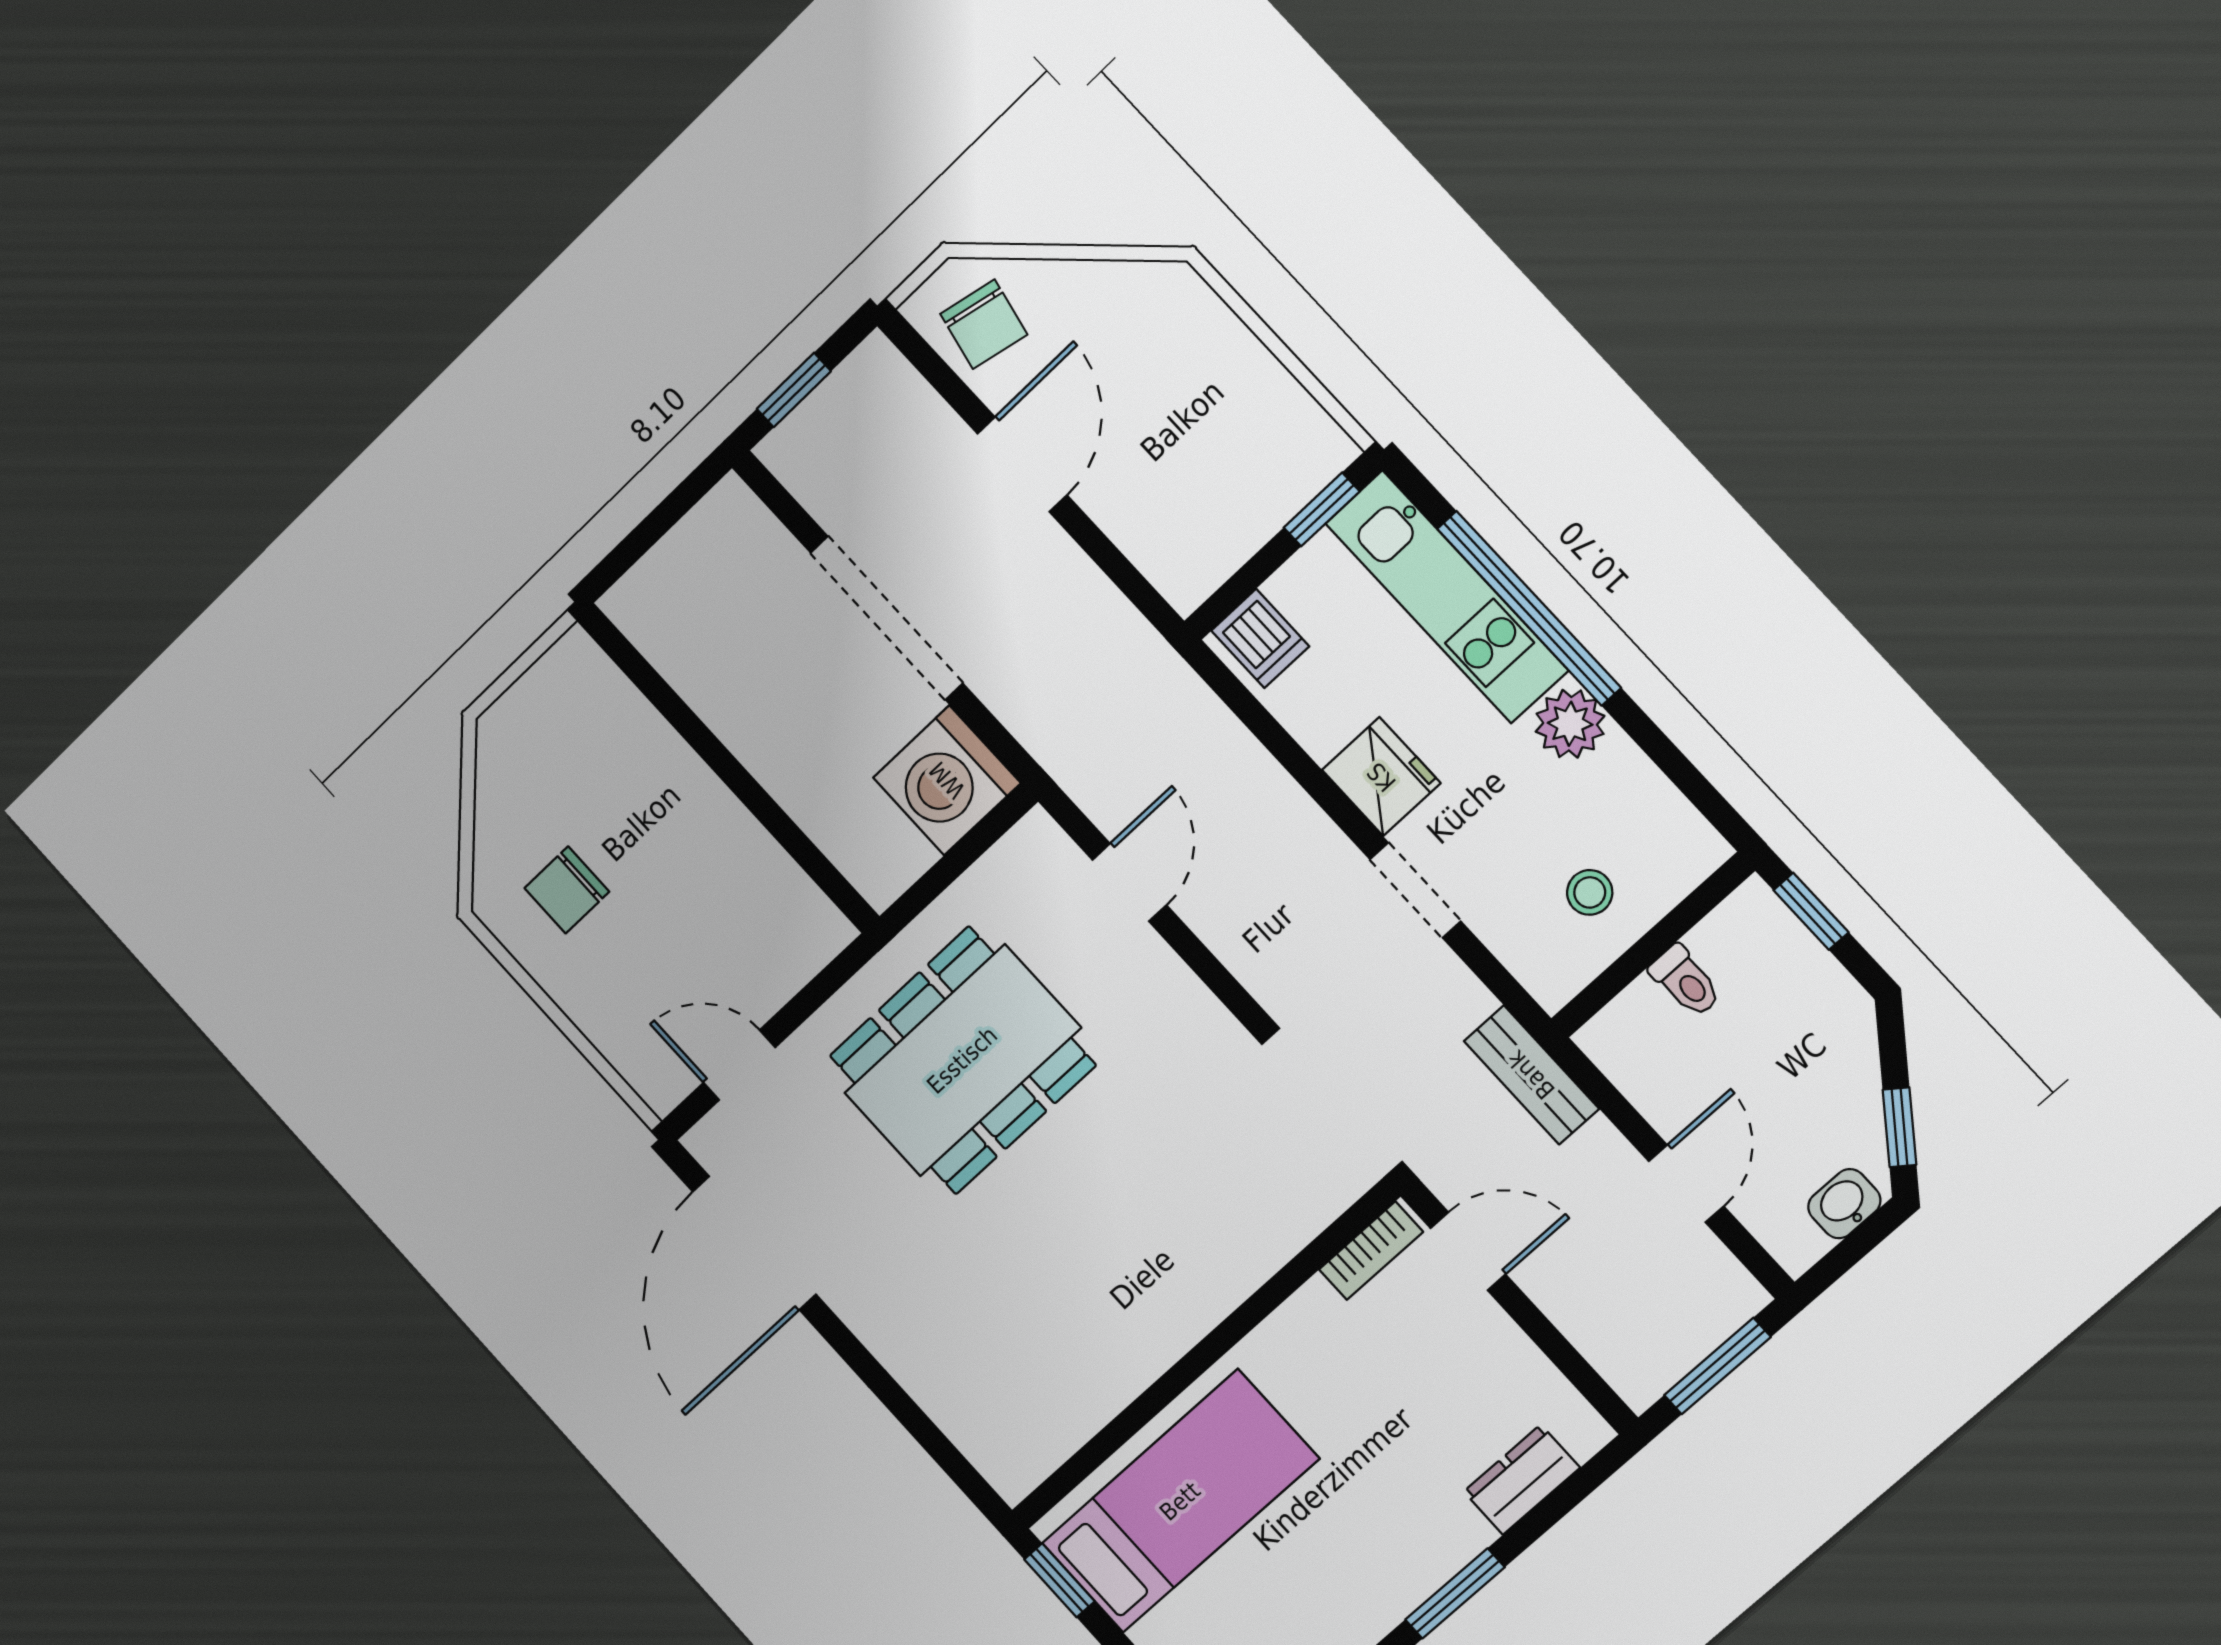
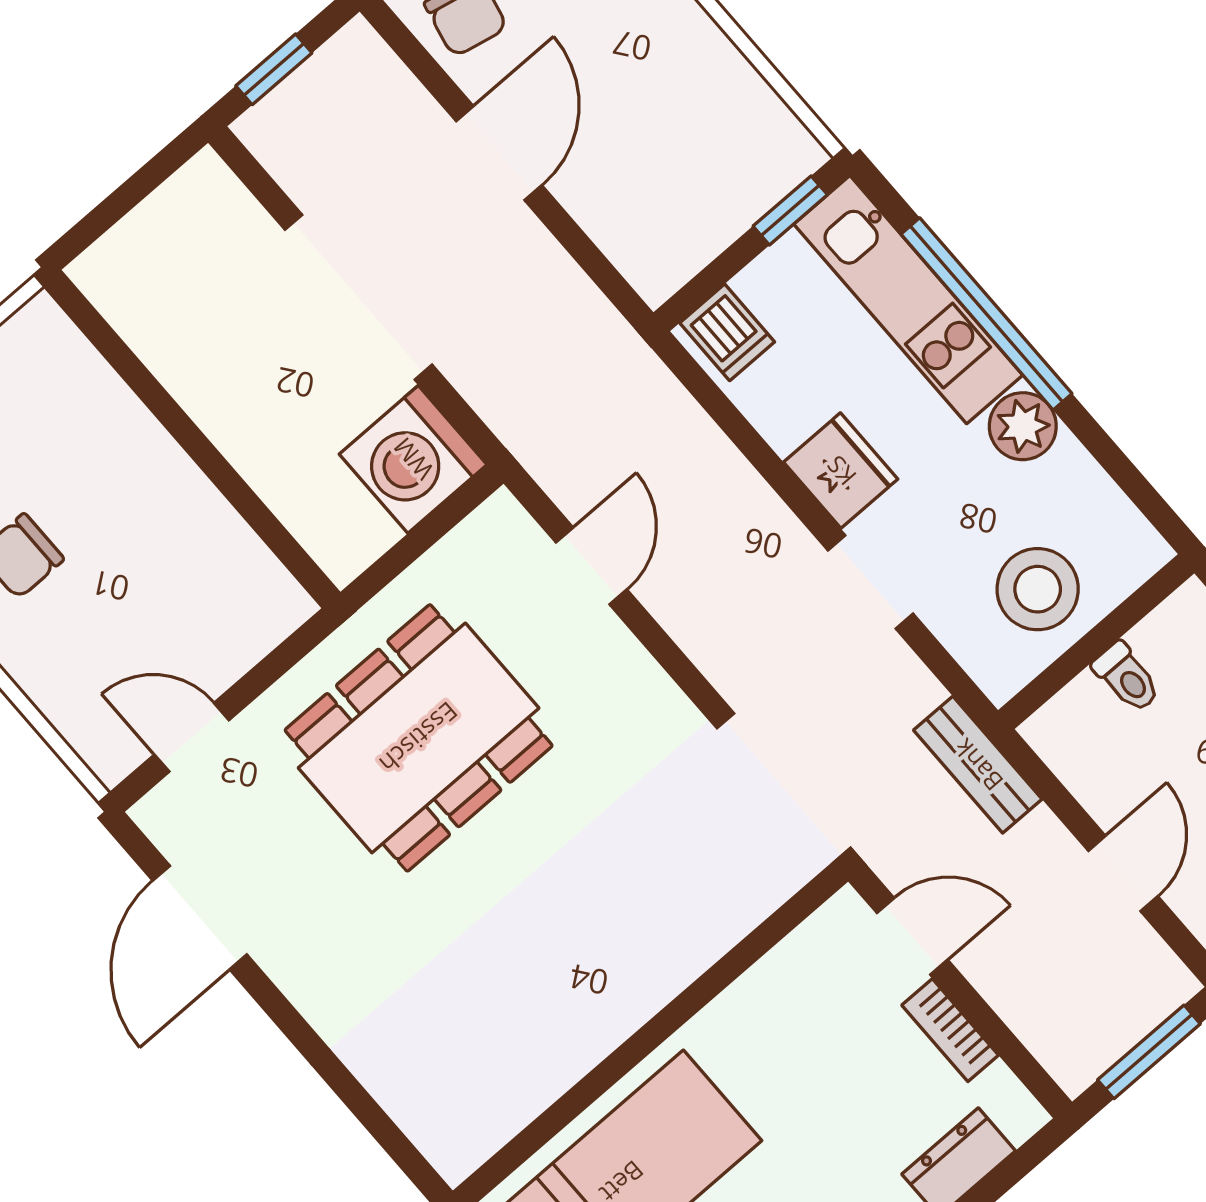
stool: (1590, 892) -> (1038, 589), width x1.89, depth x1.89
door: (754, 1243) -> (200, 918), width x0.73
bookcase: (1371, 1251) -> (950, 1030), moved, turned 90

